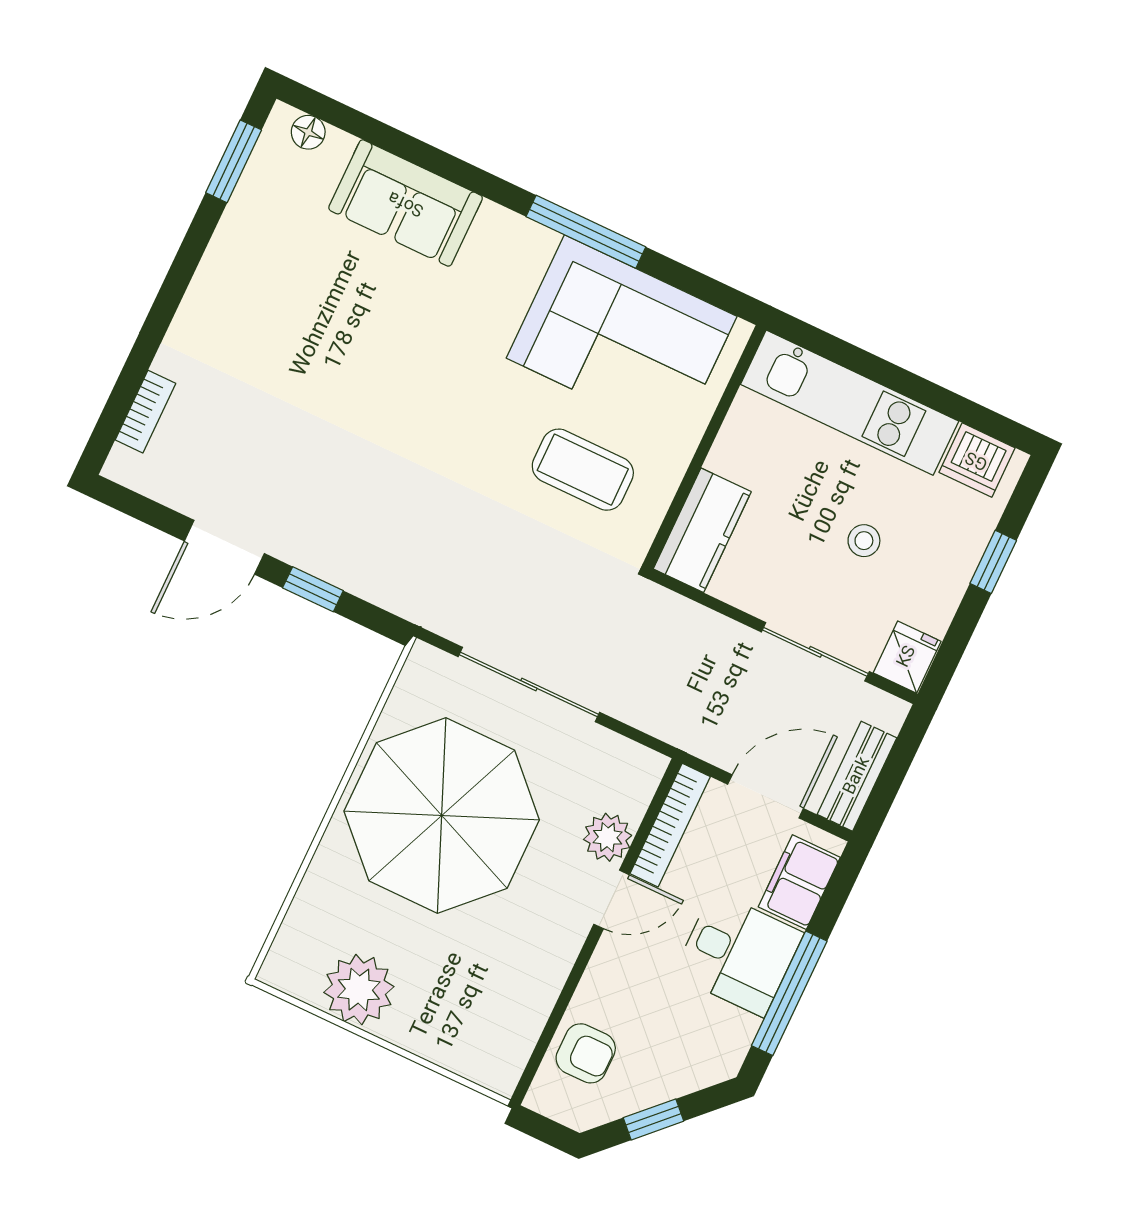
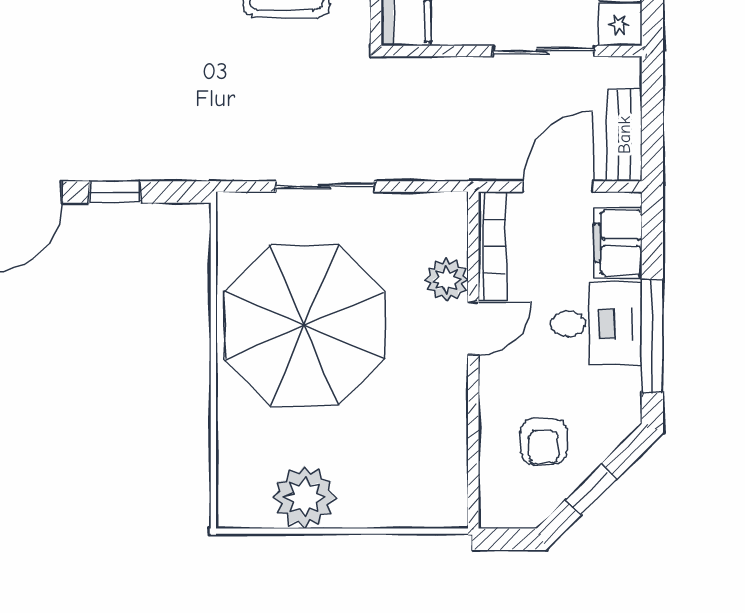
sliding door: (529, 685) -> (325, 187), width x0.73
armchair: (586, 1053) -> (544, 441), moved, turned 90

